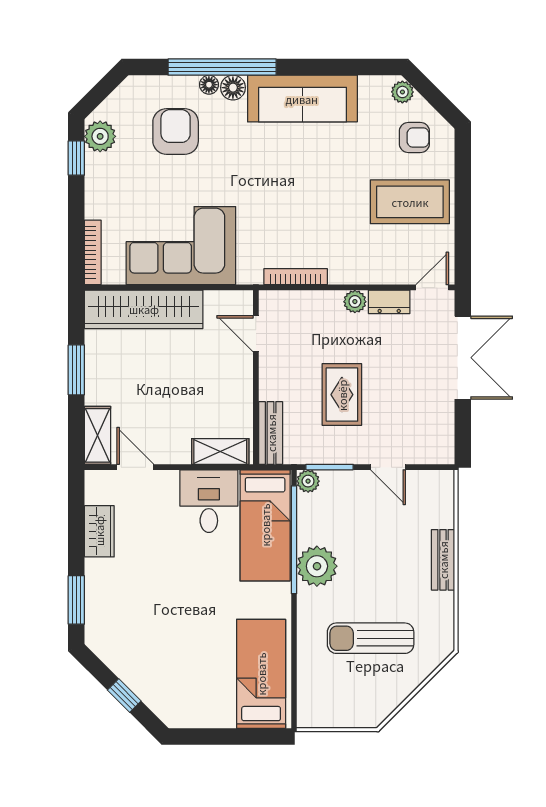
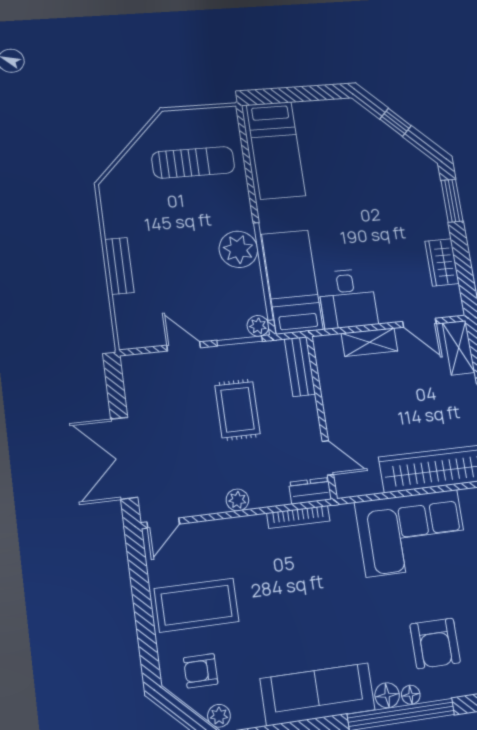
dresser: (389, 302) -> (310, 491), moved
shelving: (220, 451) -> (370, 342), moved
sun lounger: (371, 638) -> (193, 162), moved

